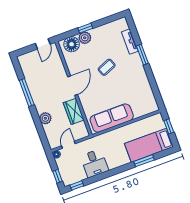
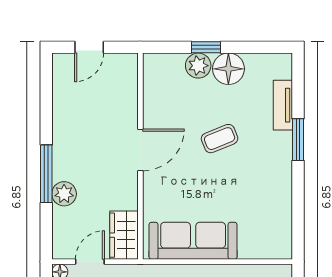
door: (43, 44) -> (89, 47), moved
floor lamp: (72, 44) -> (228, 69), moved
window: (27, 93) -> (46, 174), moved
wardrobe: (74, 111) -> (124, 235), moved

